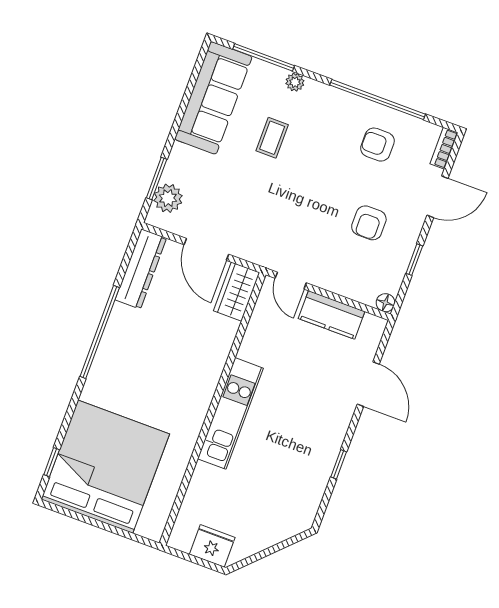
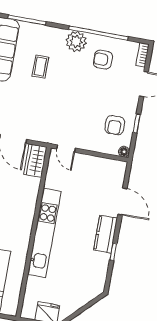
plant: (295, 82) -> (76, 41), moved, width x1.87, depth x1.87
armchair: (369, 223) -> (115, 125), moved
kitchen counter: (332, 315) -> (106, 234), moved, turned 90
kitchen unit: (230, 413) -> (44, 233), width x1.36

